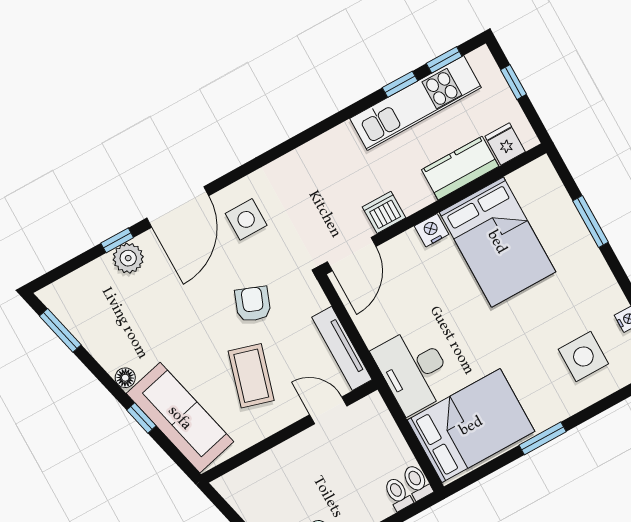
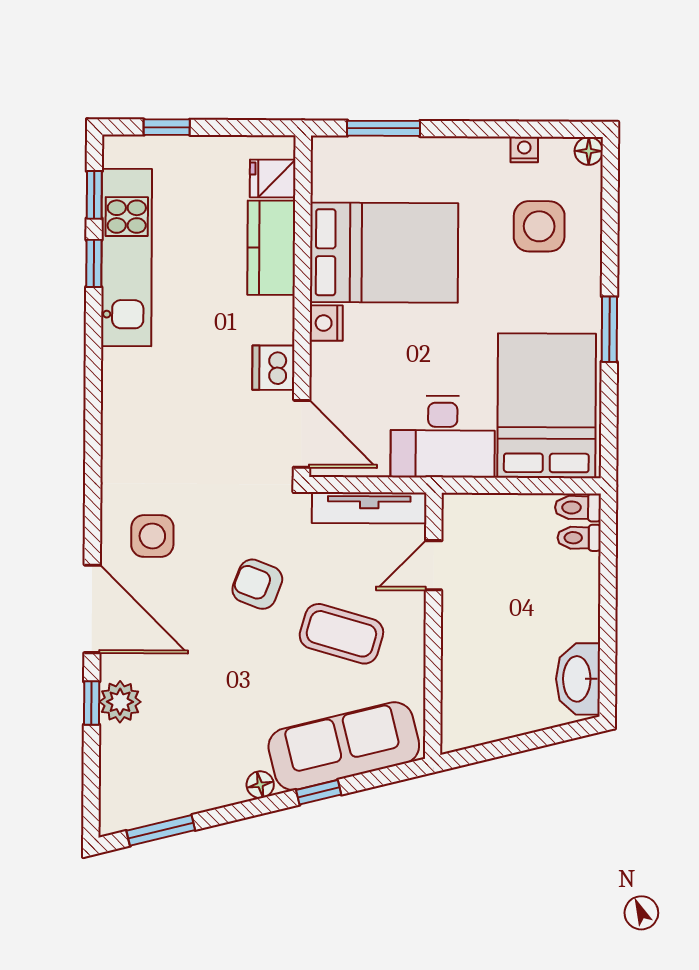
fridge: (505, 144) -> (273, 178), moved
kitchen counter: (460, 168) -> (271, 248), moved
wall: (434, 209) -> (302, 306), moved
dishwasher: (384, 212) -> (273, 368), moved
nightstand: (432, 230) -> (326, 323), moved
bed: (497, 242) -> (384, 253), moved
door: (352, 254) -> (302, 434), moved

